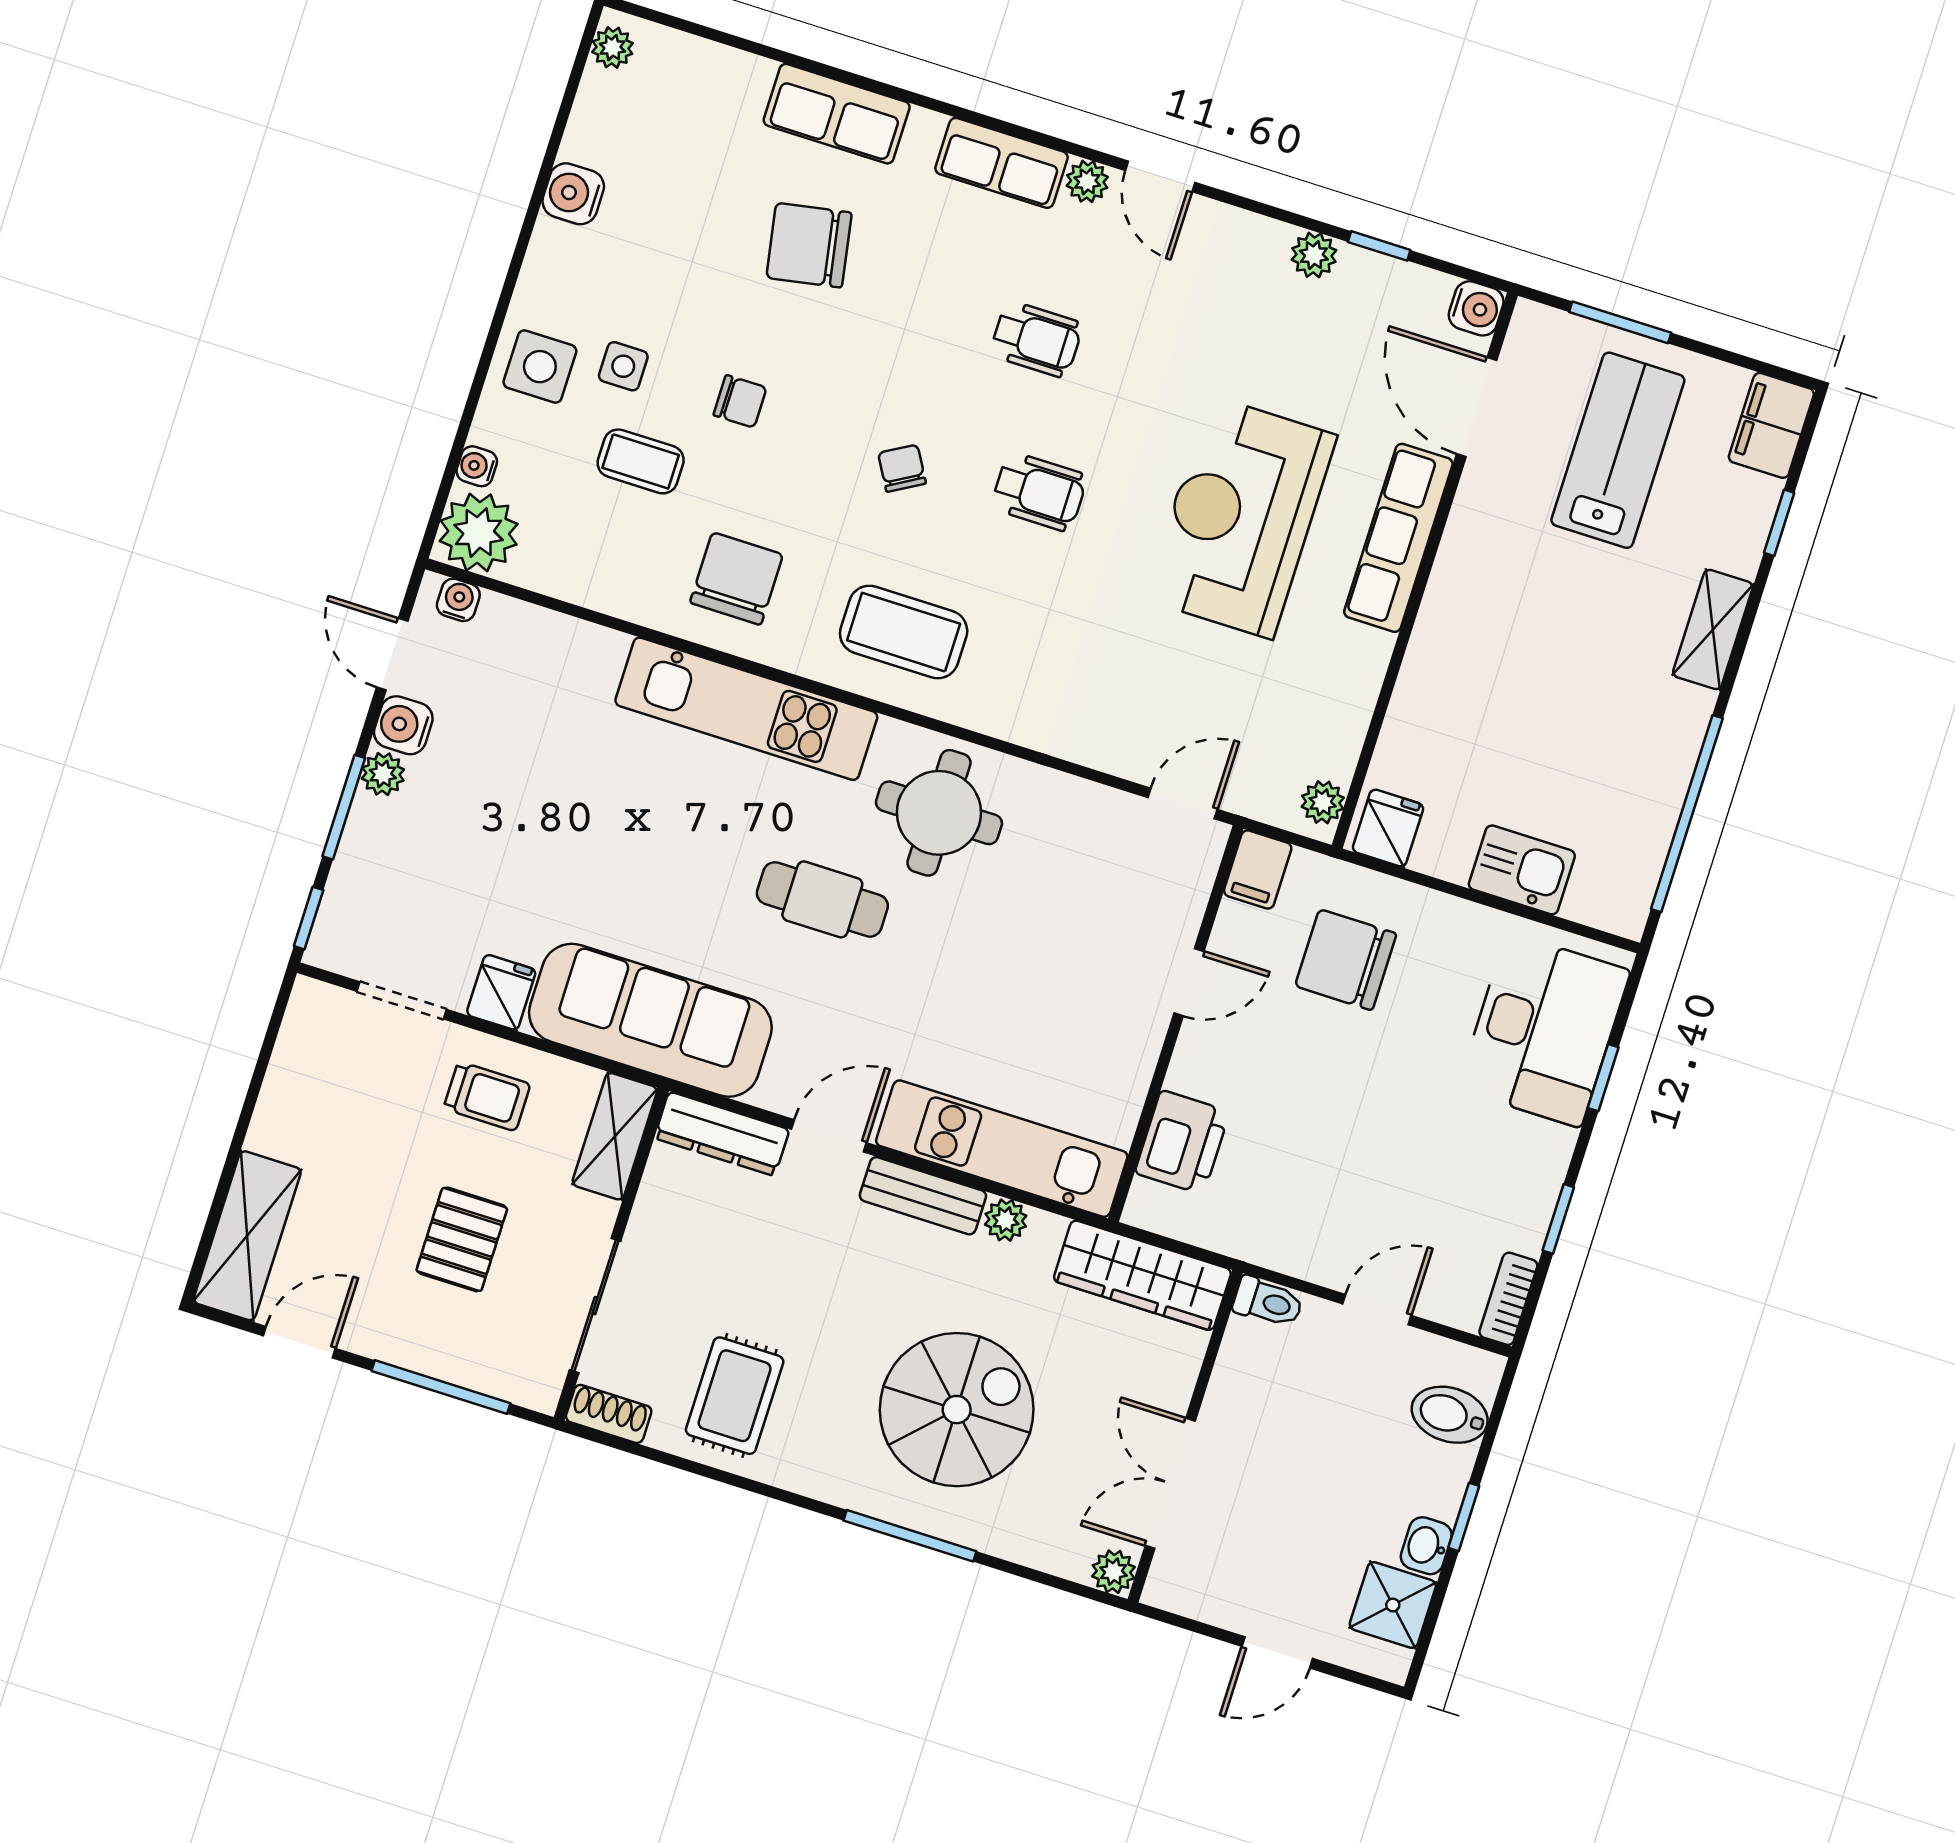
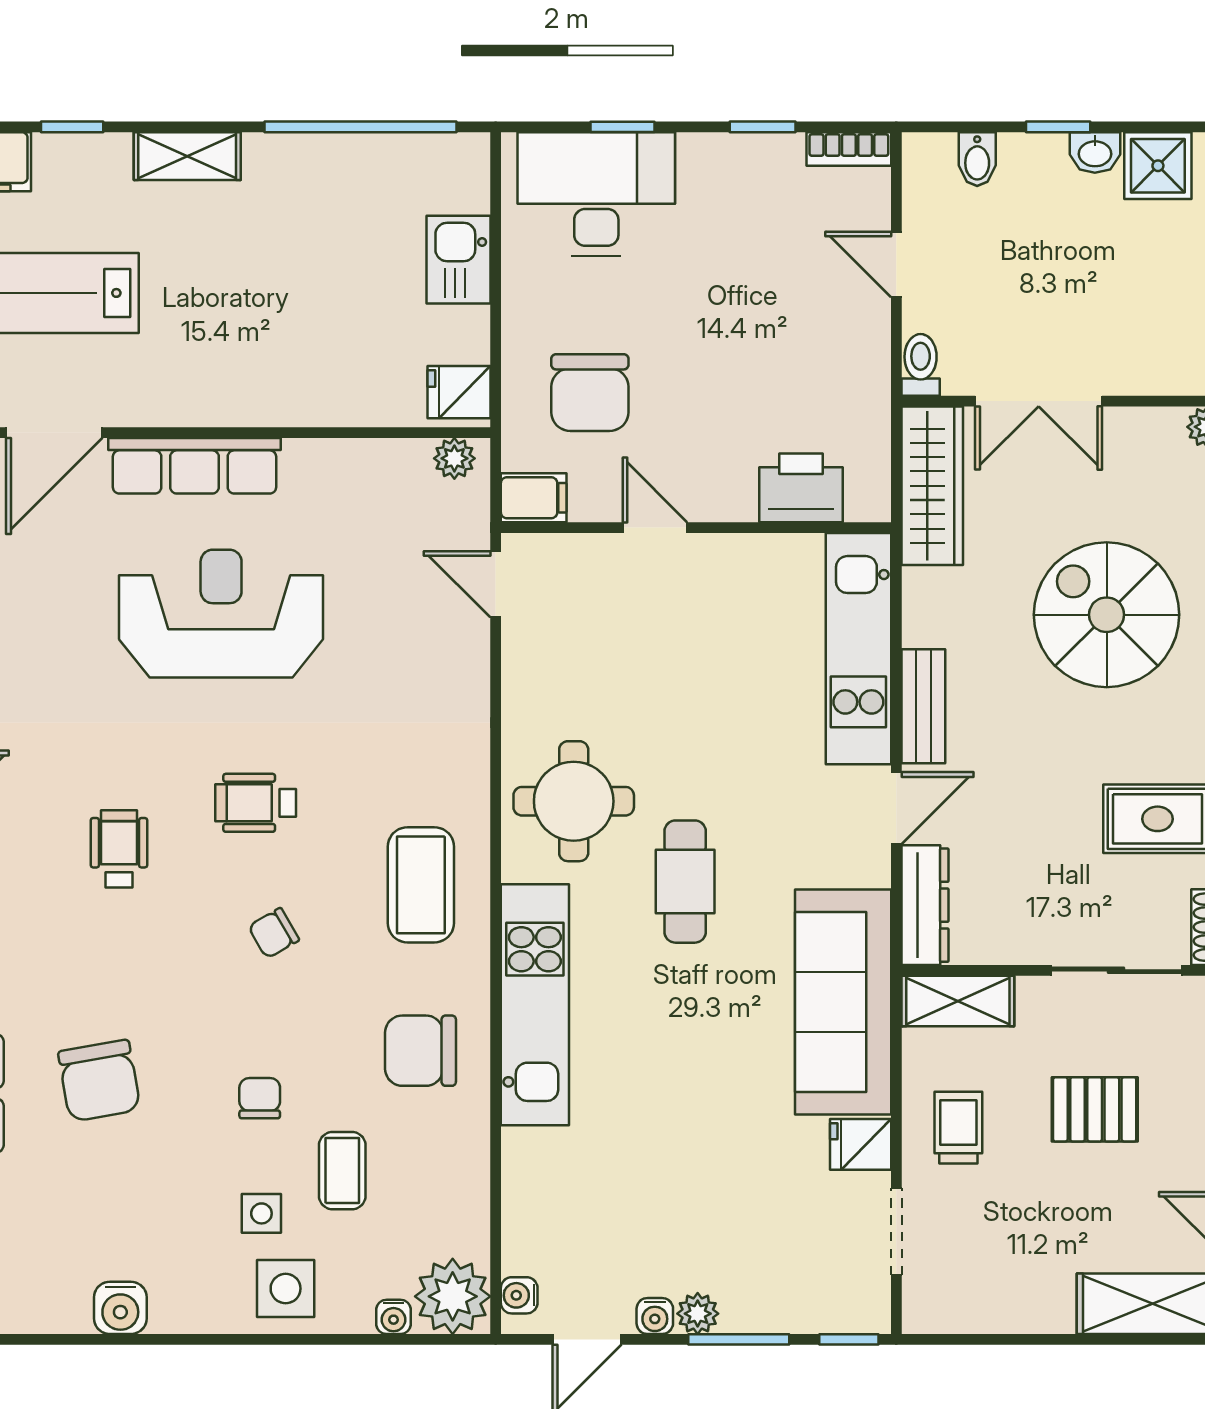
wheelchair: (1039, 492) -> (256, 803), turned -90
reception desk: (1241, 517) -> (221, 614), turned 180
water cooler: (403, 725) -> (655, 1316), width x0.72, depth x0.72
door: (829, 1136) -> (896, 808), swing flipped
plant: (1006, 1220) -> (922, 625), removed
bidet: (1450, 1415) -> (977, 159), width x0.72, depth x0.74
double door: (1170, 1483) -> (1039, 401), moved

